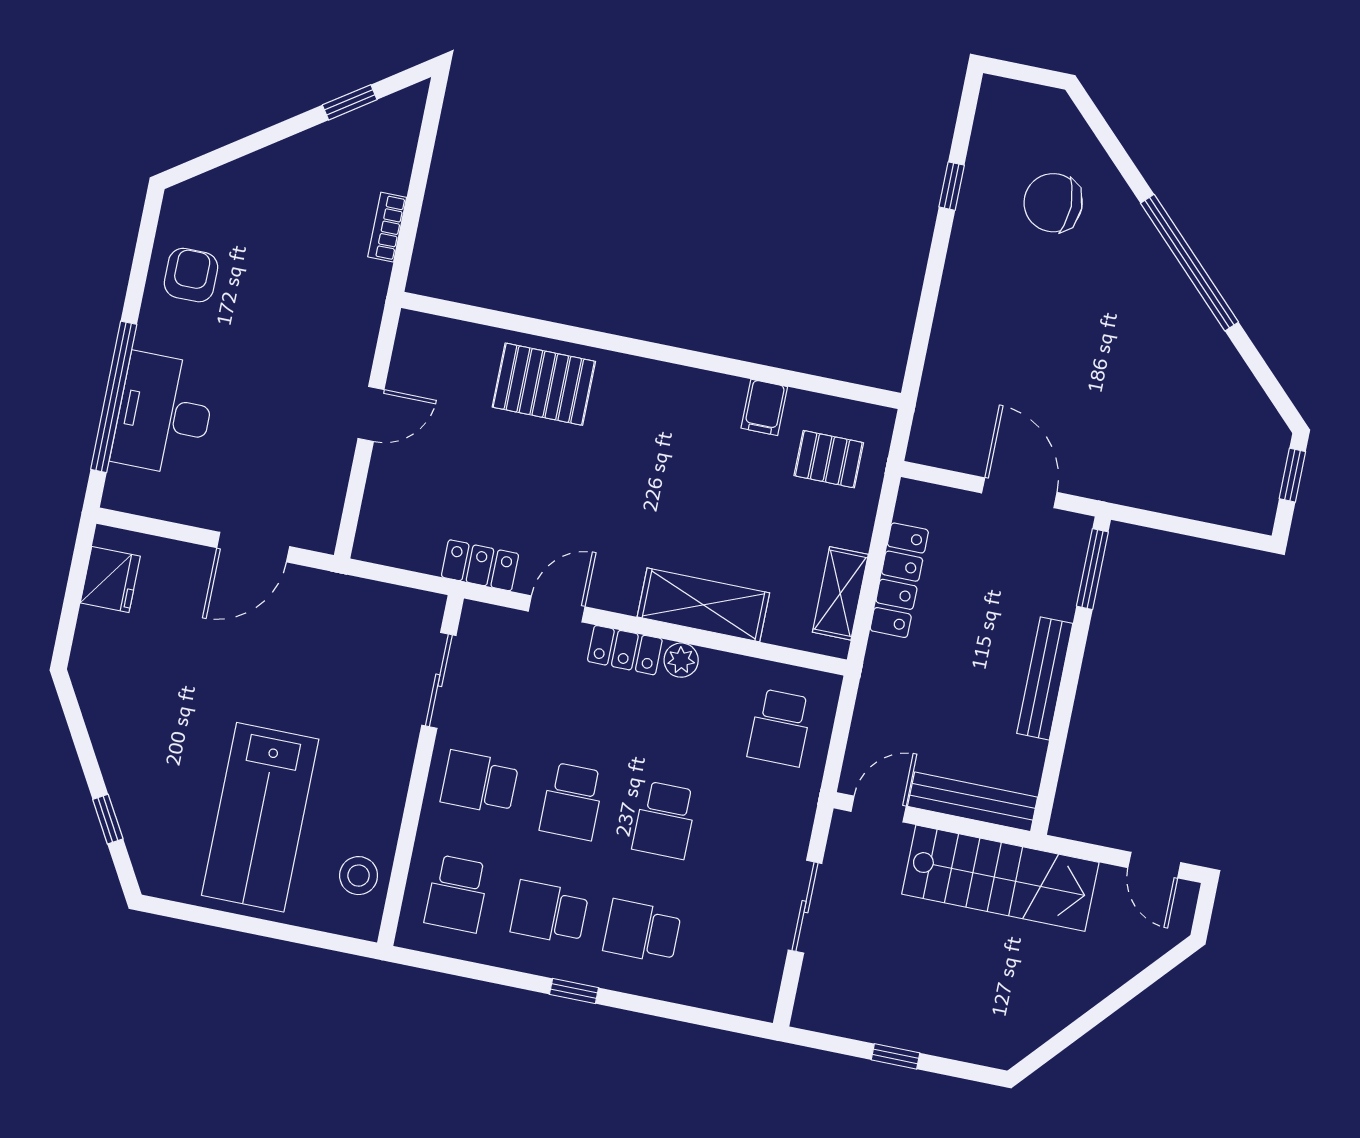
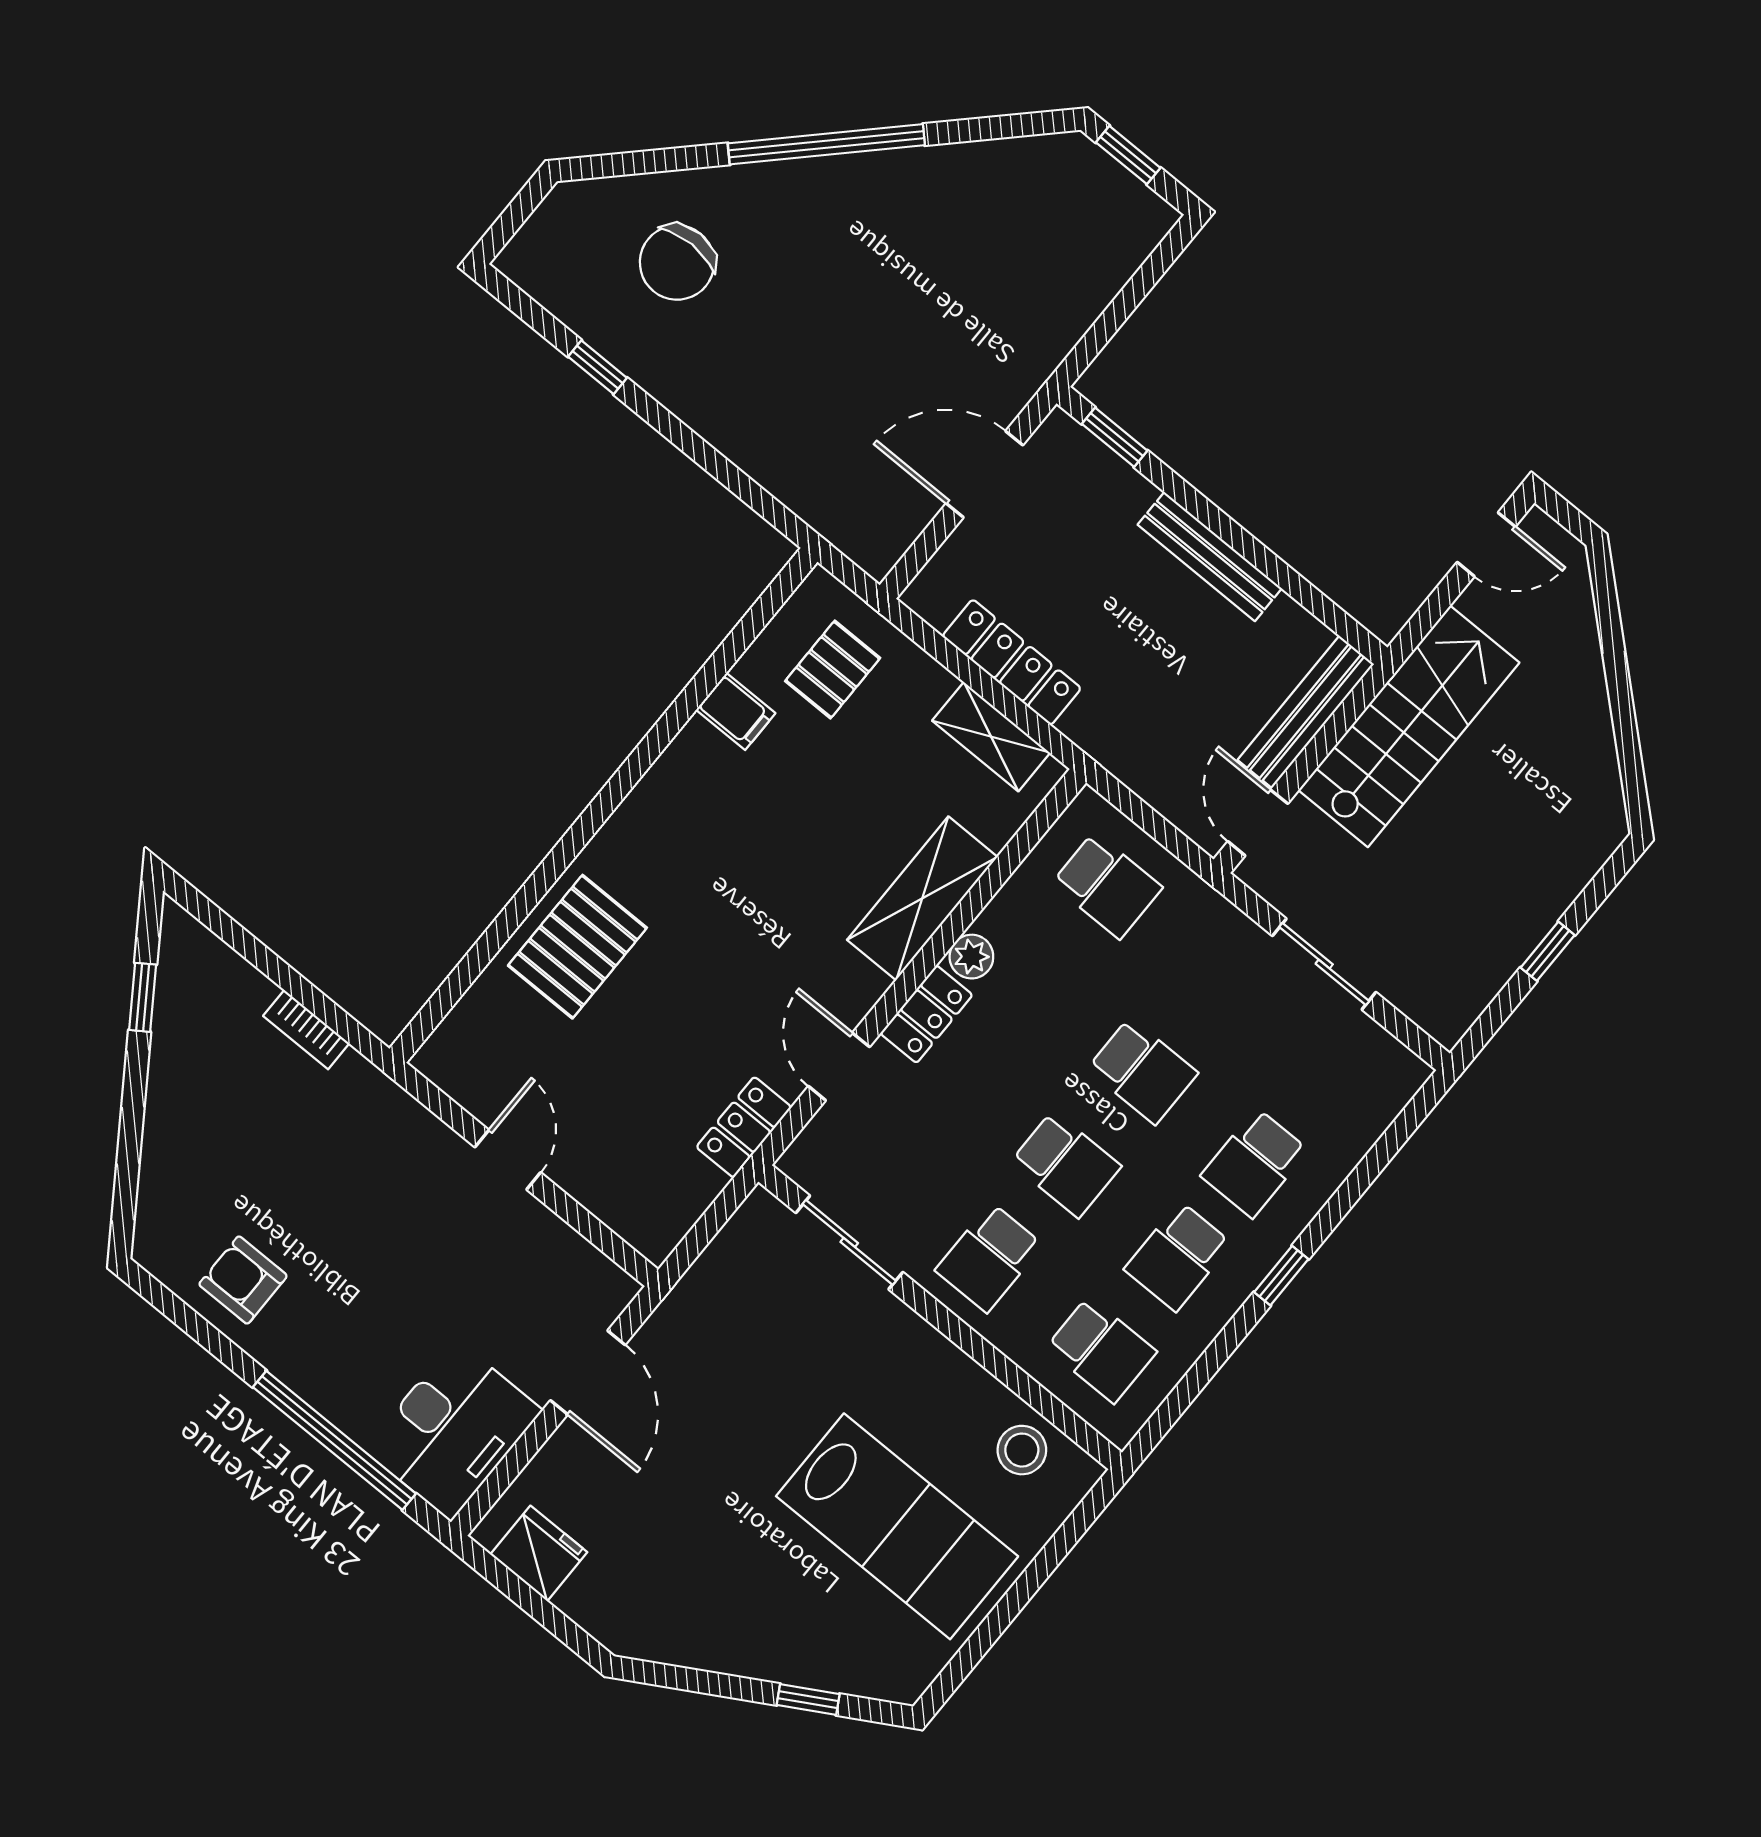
desk: (164, 414) -> (453, 1430), moved, turned -90
window: (1092, 569) -> (1115, 437), width x0.67

